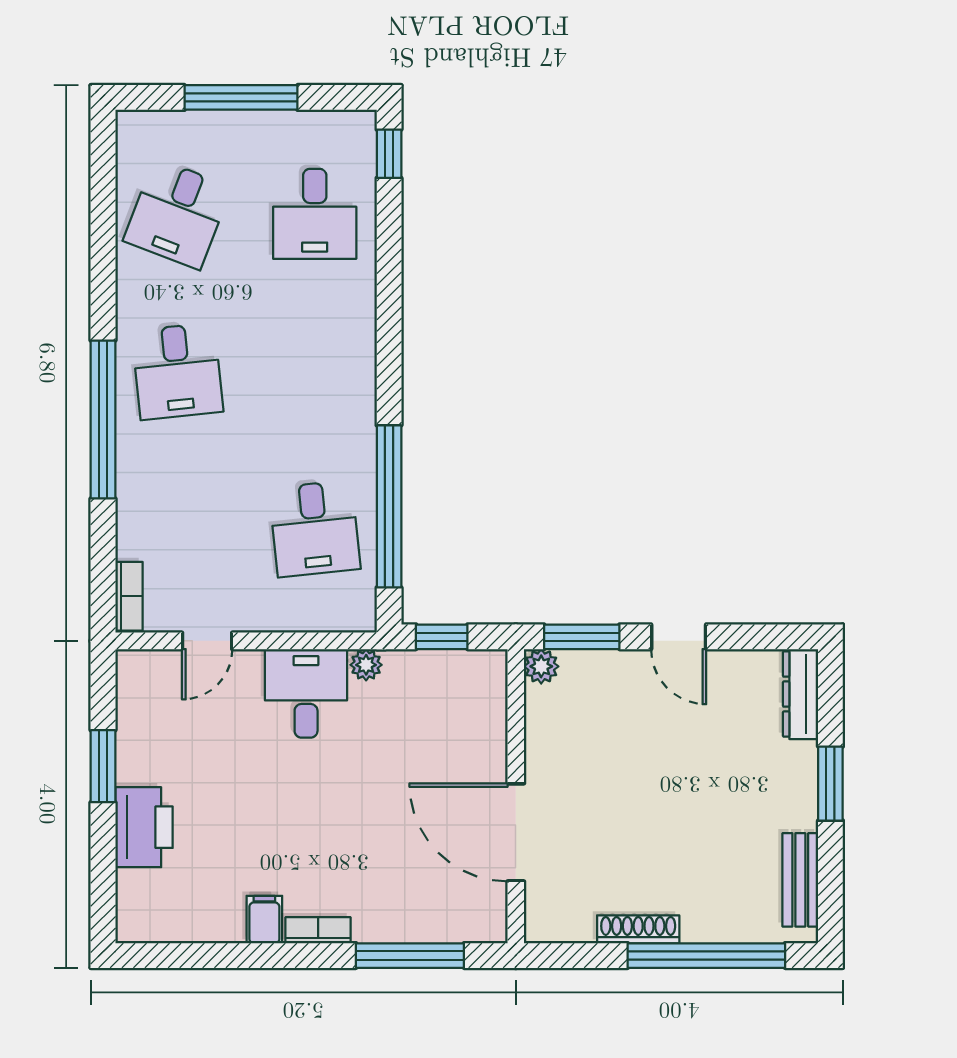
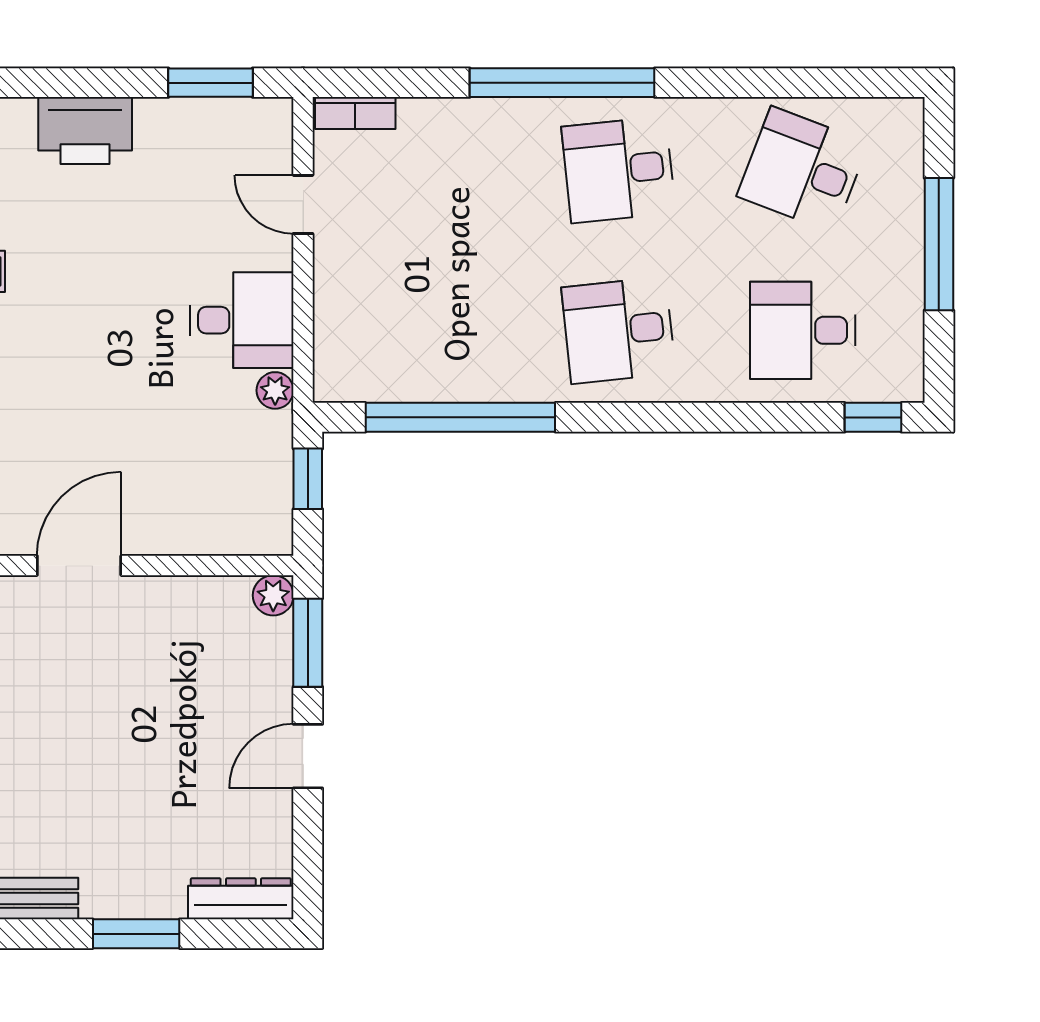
desk: (315, 529) -> (619, 330), moved
window: (103, 766) -> (210, 83), moved
door: (516, 832) -> (79, 566), width x0.73

